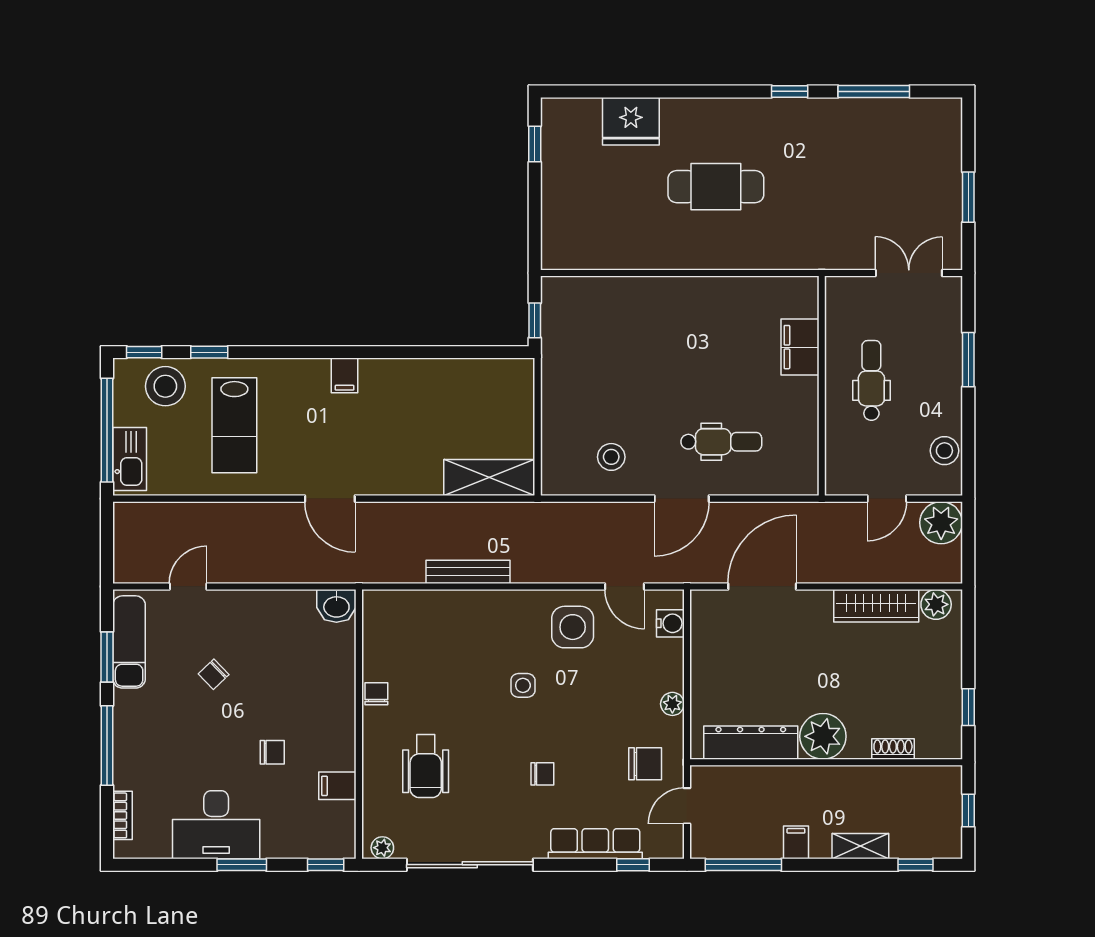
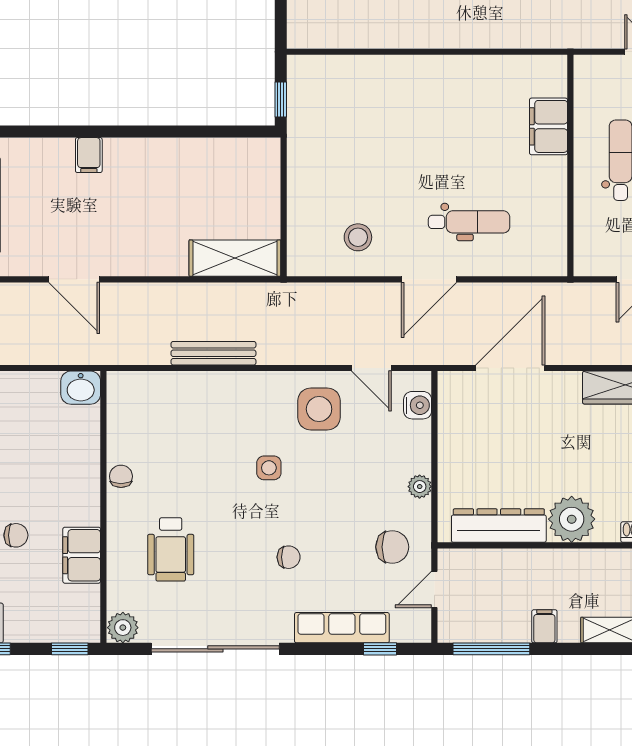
filing cabinet: (337, 786) -> (82, 555), width x2.00
plant: (382, 848) -> (123, 628), width x1.38, depth x1.38

